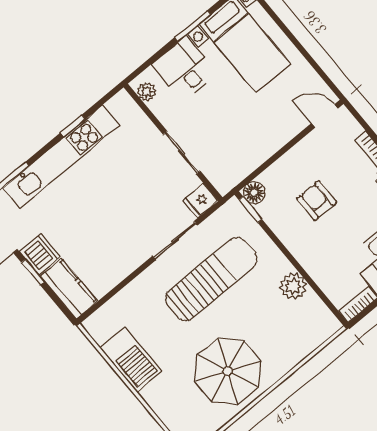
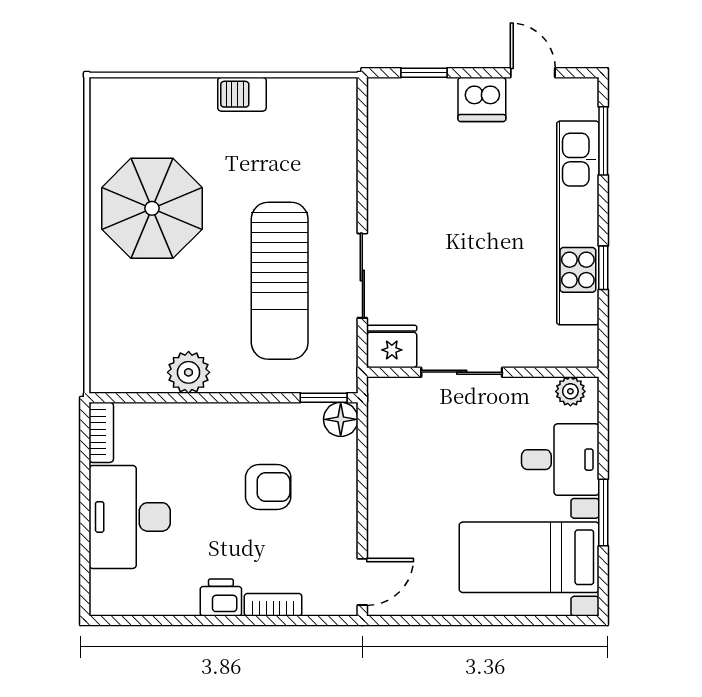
fridge: (200, 201) -> (392, 347), width x1.38
window: (33, 272) -> (424, 73), moved
kitchen counter: (69, 289) -> (411, 99), removed
barbecue: (131, 359) -> (242, 94), width x0.53, depth x0.65

